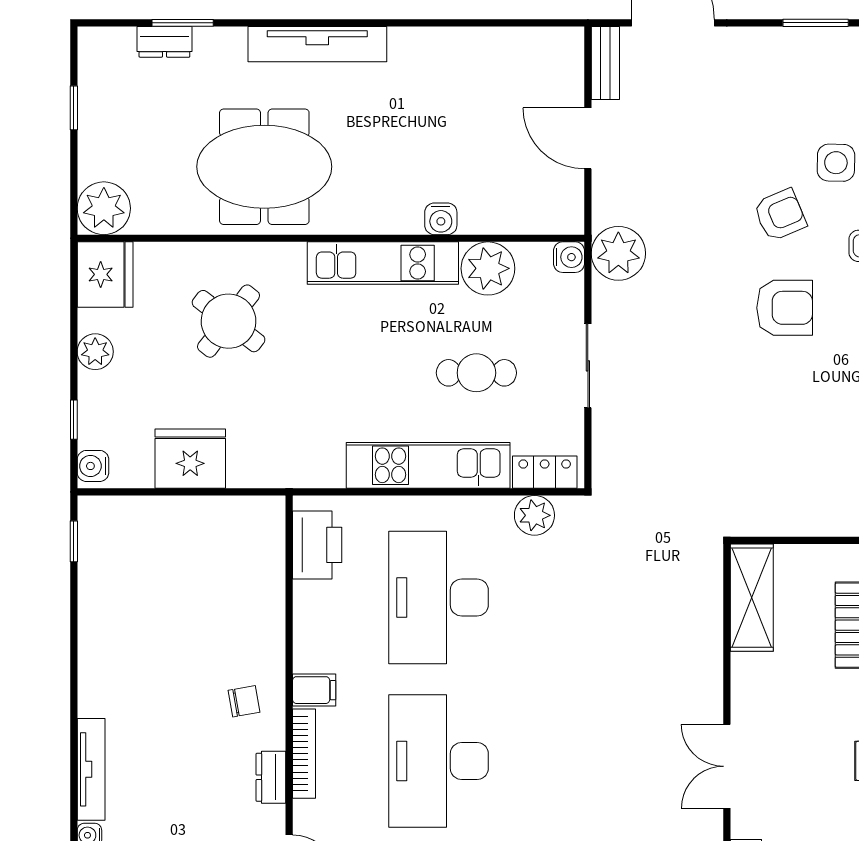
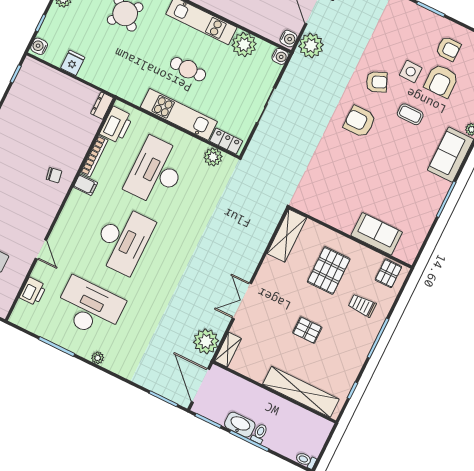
water cooler: (441, 219) -> (289, 39), moved, turned -90
plant: (618, 253) -> (311, 45), moved
armchair: (785, 308) -> (360, 122), turned 180
cafe table: (476, 373) -> (188, 69), moved
fridge: (190, 459) -> (73, 63), width x0.53, depth x0.75
bookcase: (304, 754) -> (94, 156), moved
desk: (439, 761) -> (123, 240), turned 180
dresser: (271, 777) -> (102, 106), moved

